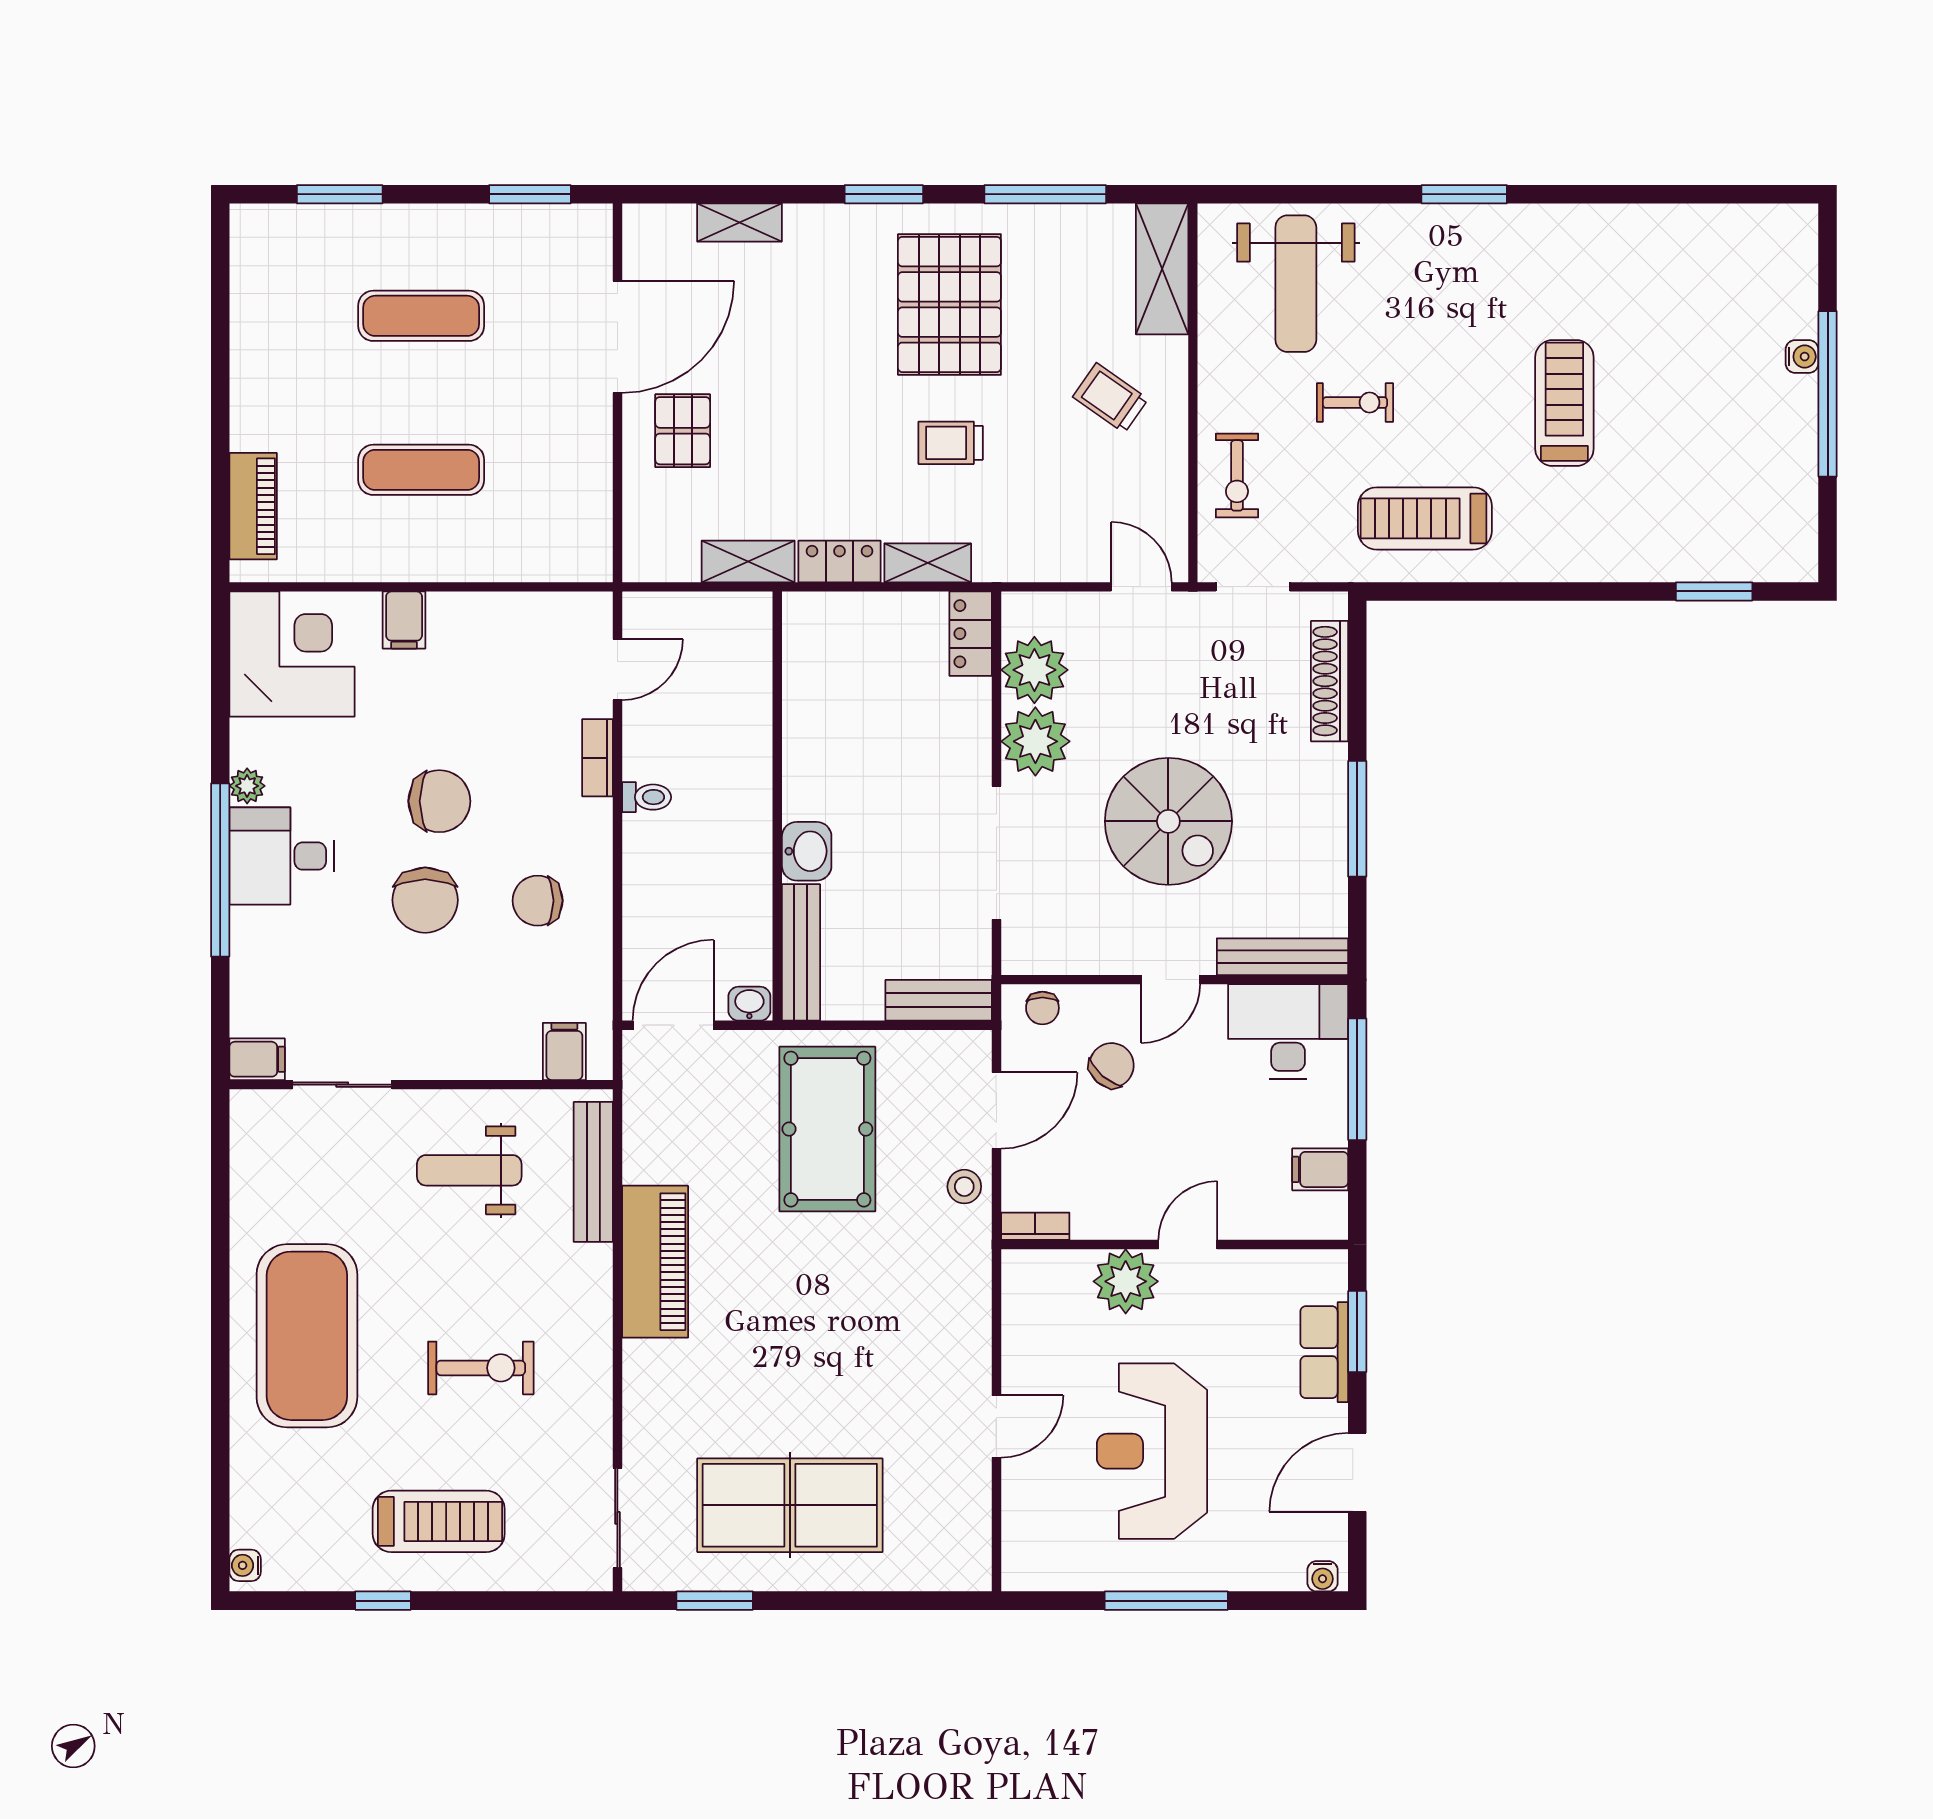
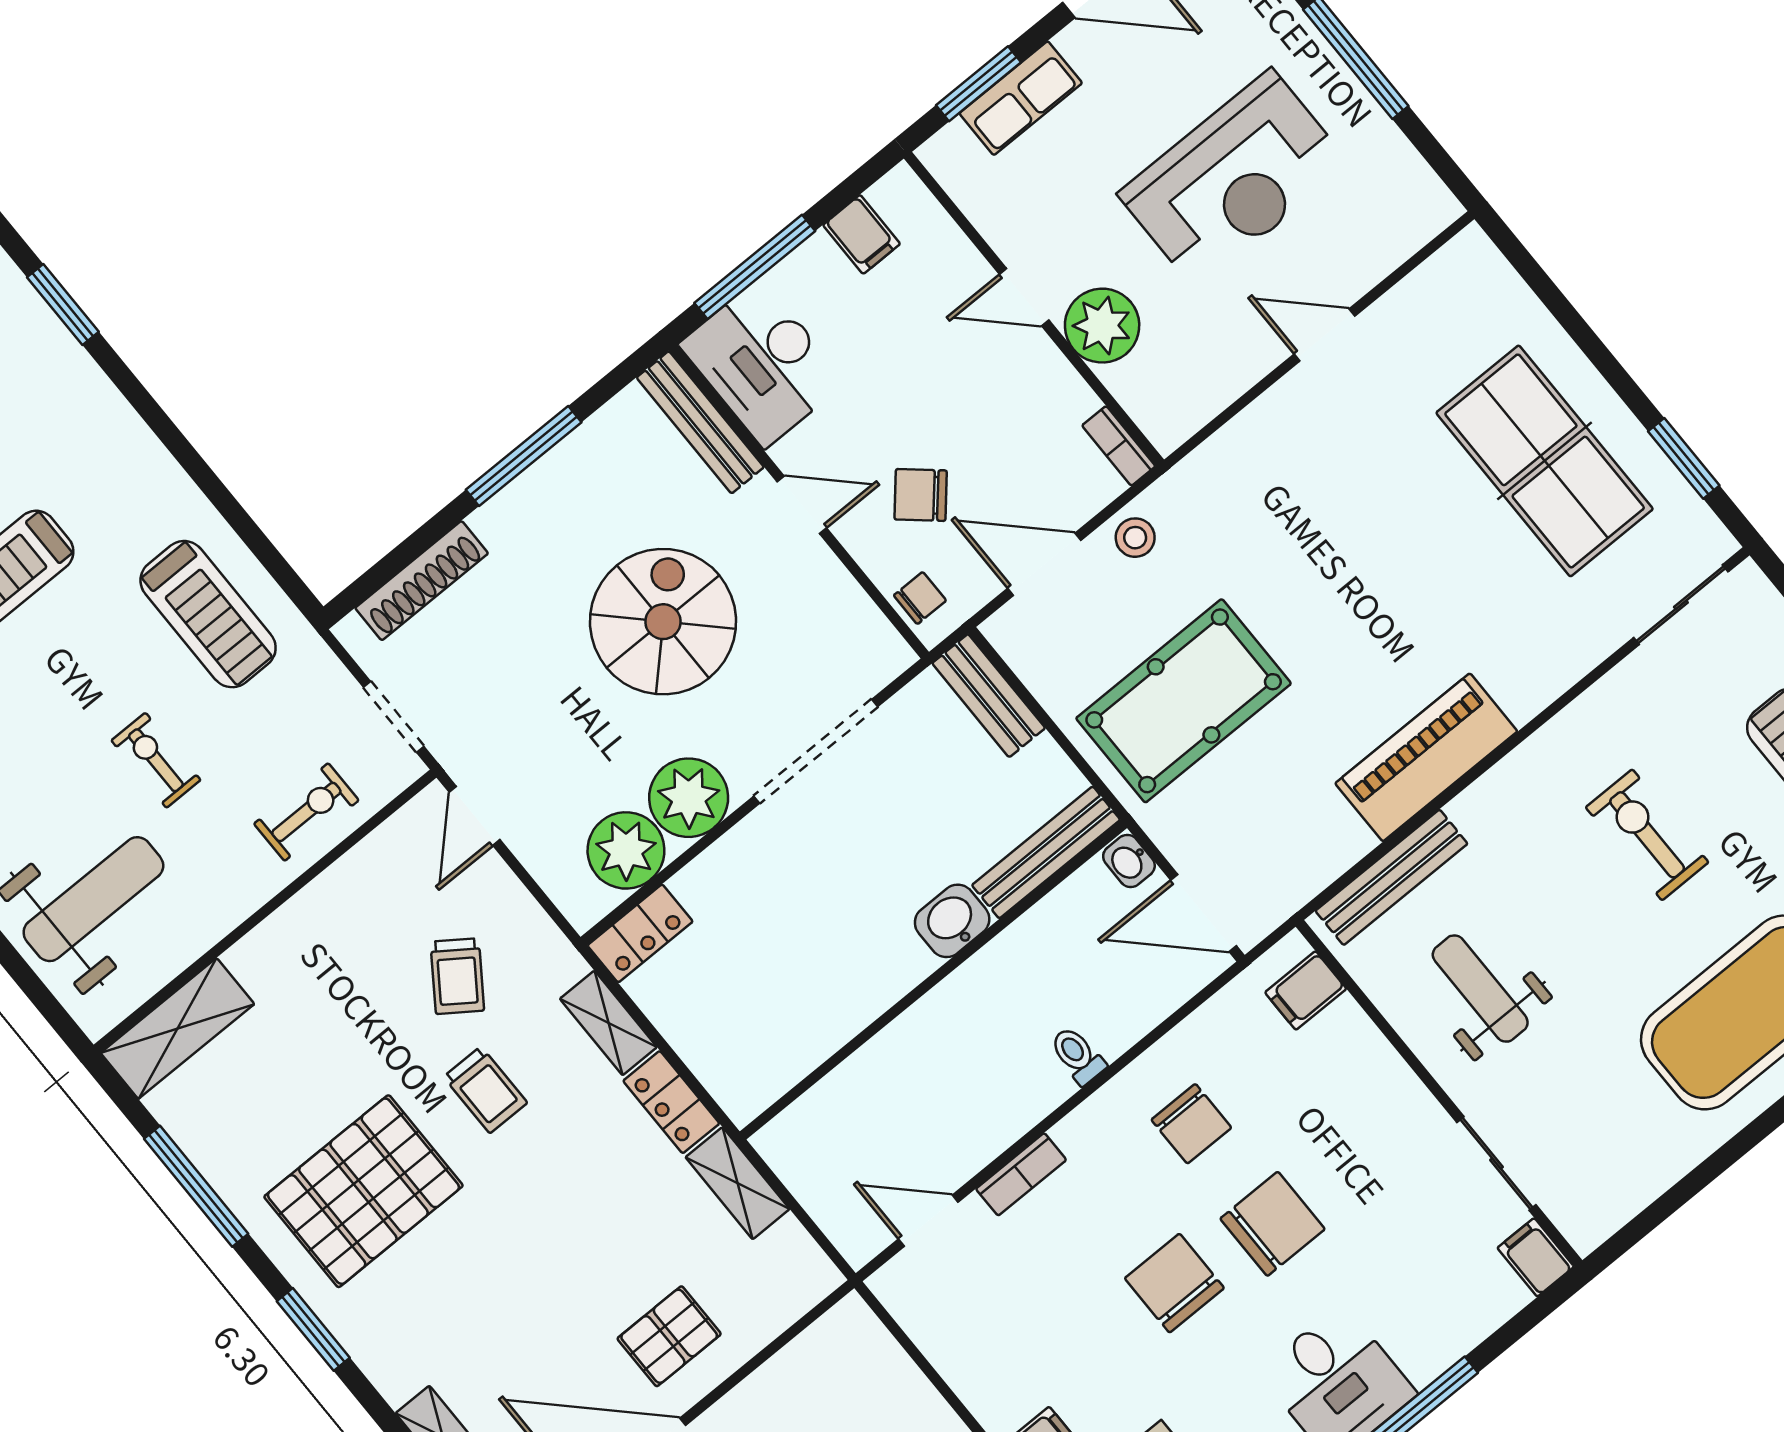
trolley: (1110, 398) -> (457, 976), moved
toilet: (647, 797) -> (1078, 1055), moved
weight bench: (469, 1170) -> (1480, 989), turned 180

